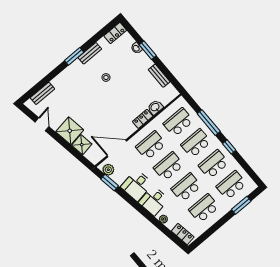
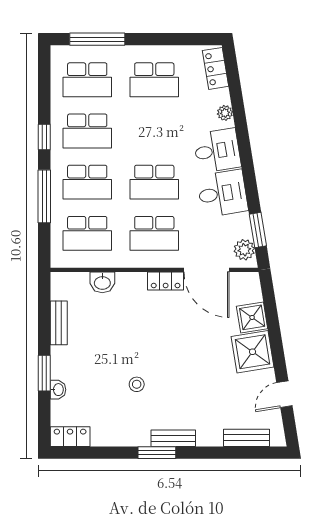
bench: (90, 53) -> (173, 438), moved
locker: (143, 119) -> (166, 281), moved
school desk: (186, 187) -> (154, 131), removed
window: (241, 205) -> (97, 39), width x1.44

